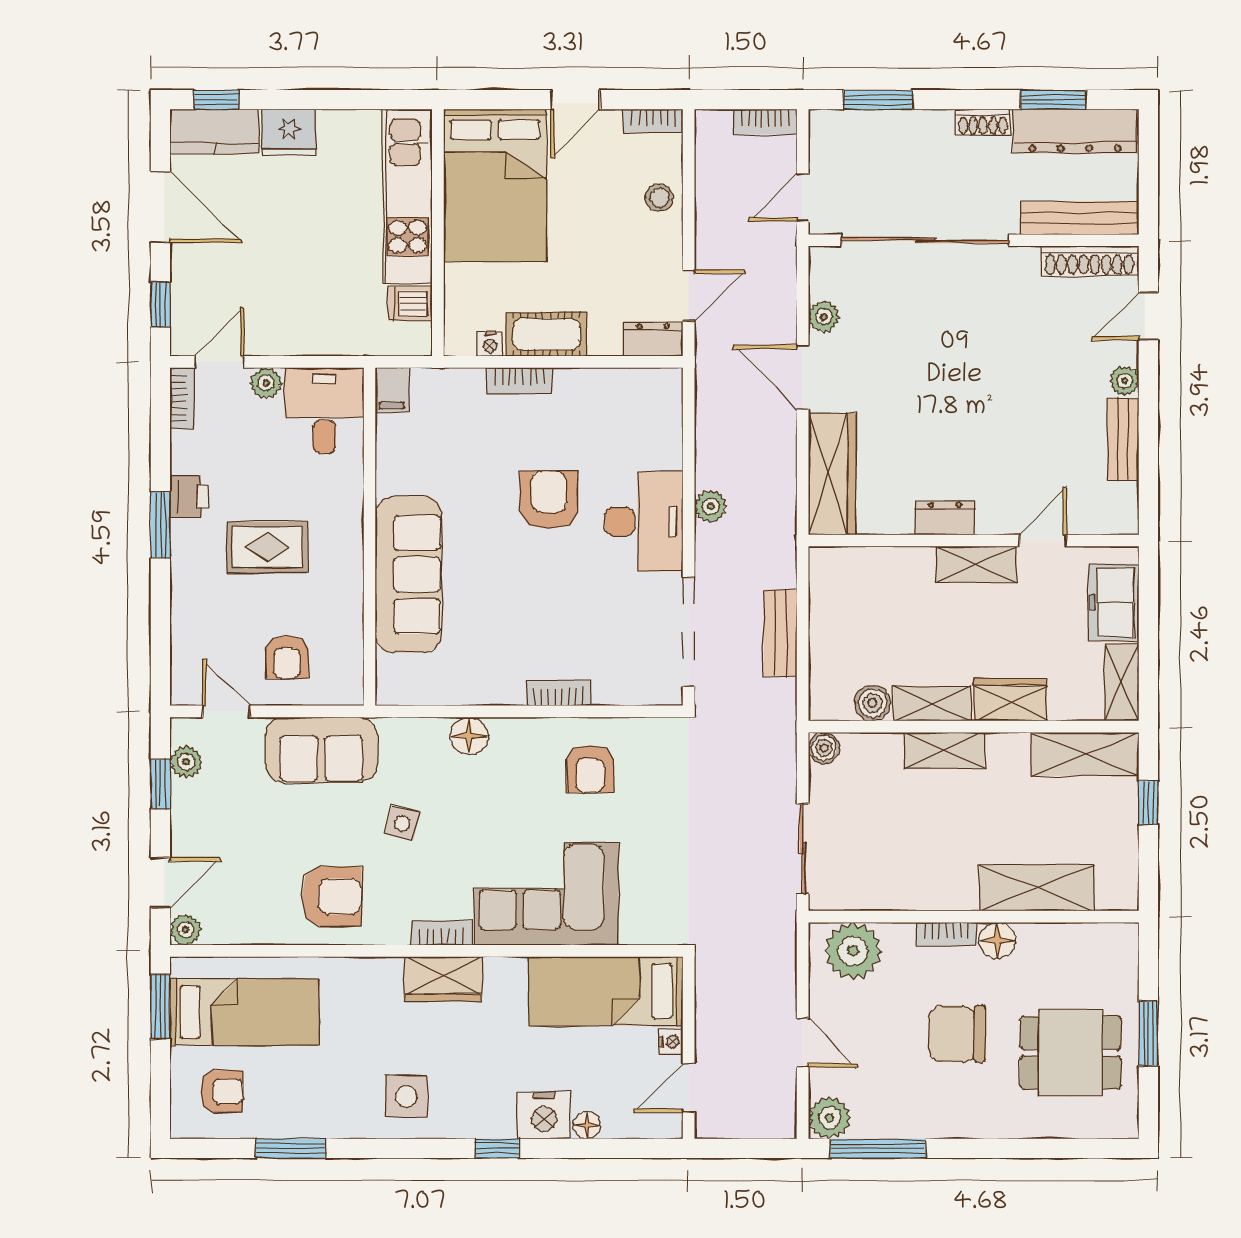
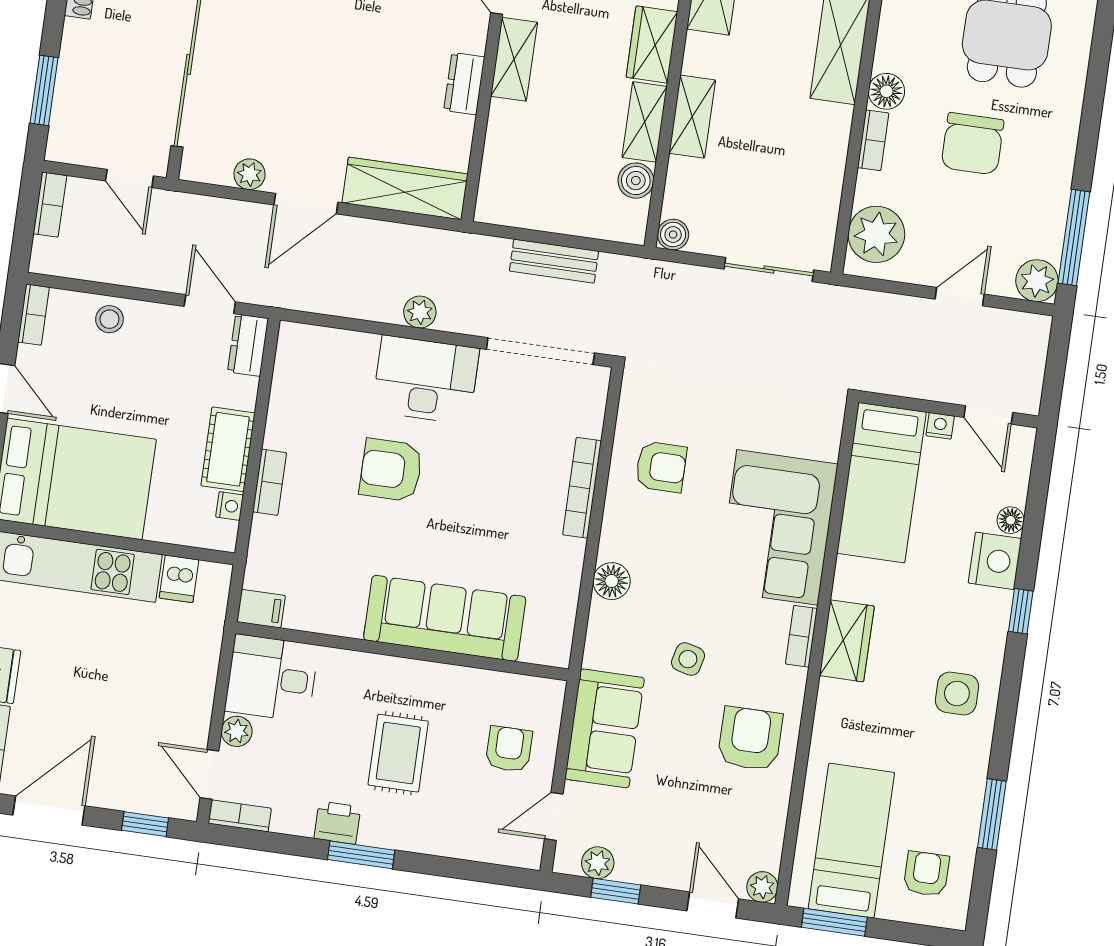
armchair: (287, 657) -> (509, 749), turned -90
bookcase: (558, 693) -> (582, 488), width x1.56

